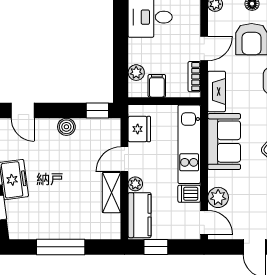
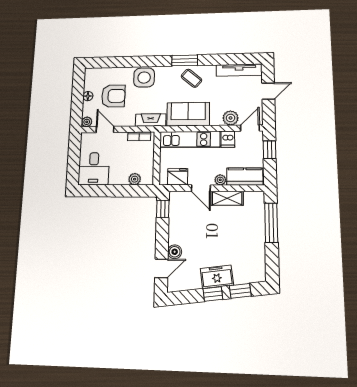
door: (204, 48) -> (105, 130), moved
filing cabinet: (157, 86) -> (145, 164), removed
boiler: (66, 127) -> (175, 252), moved
window: (61, 247) -> (271, 223), moved
window: (156, 247) -> (270, 150), moved

